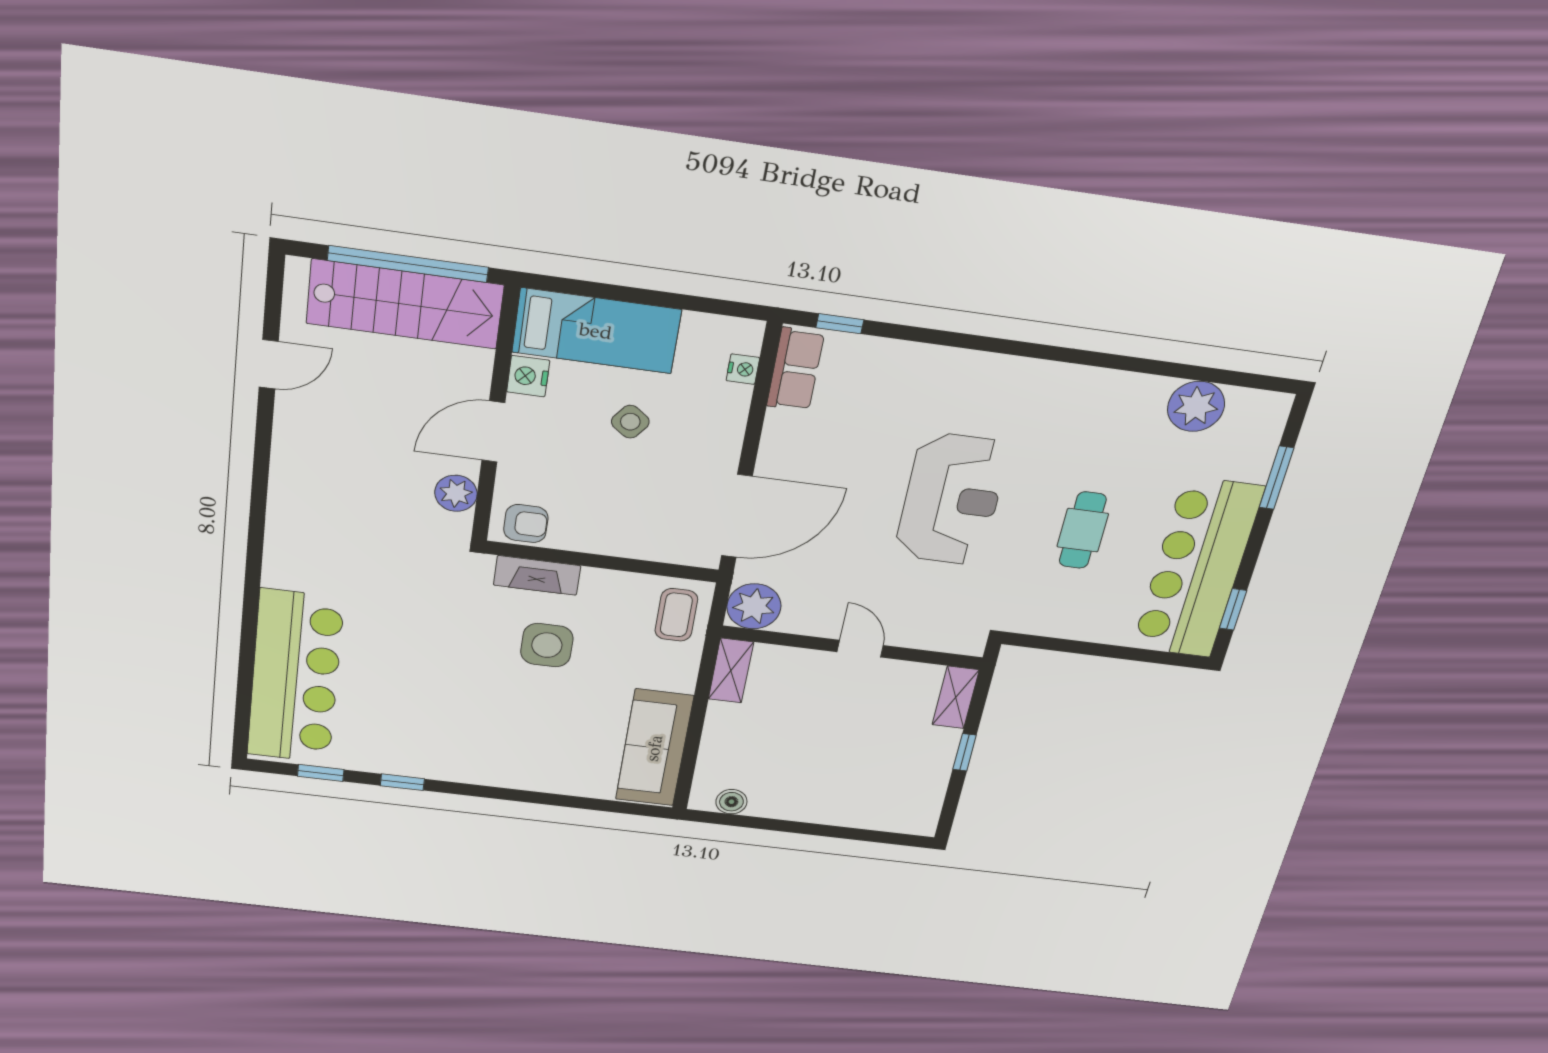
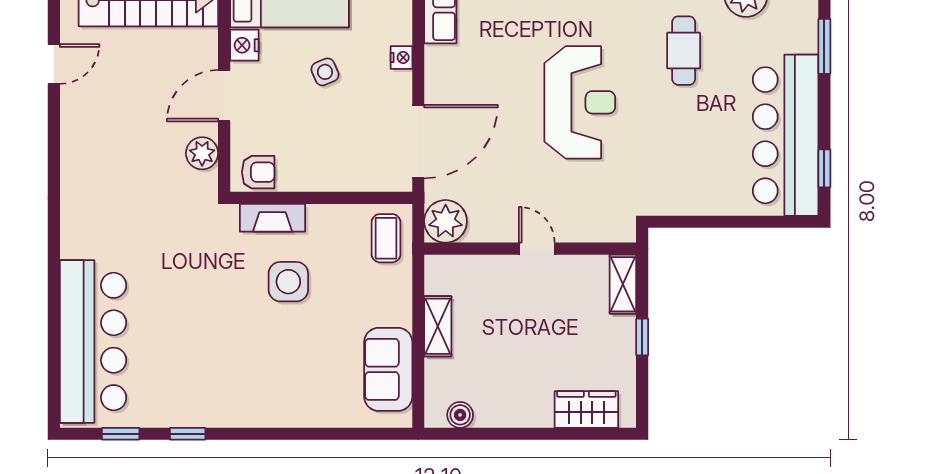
nightstand: (743, 369) -> (401, 57), moved
side table: (630, 422) -> (325, 72), turned 30
cafe table: (1083, 530) -> (684, 51), moved
shelving: (731, 671) -> (438, 326), moved
sofa: (654, 748) -> (388, 369), width x0.73
wardrobe: (881, 814) -> (586, 409), added

